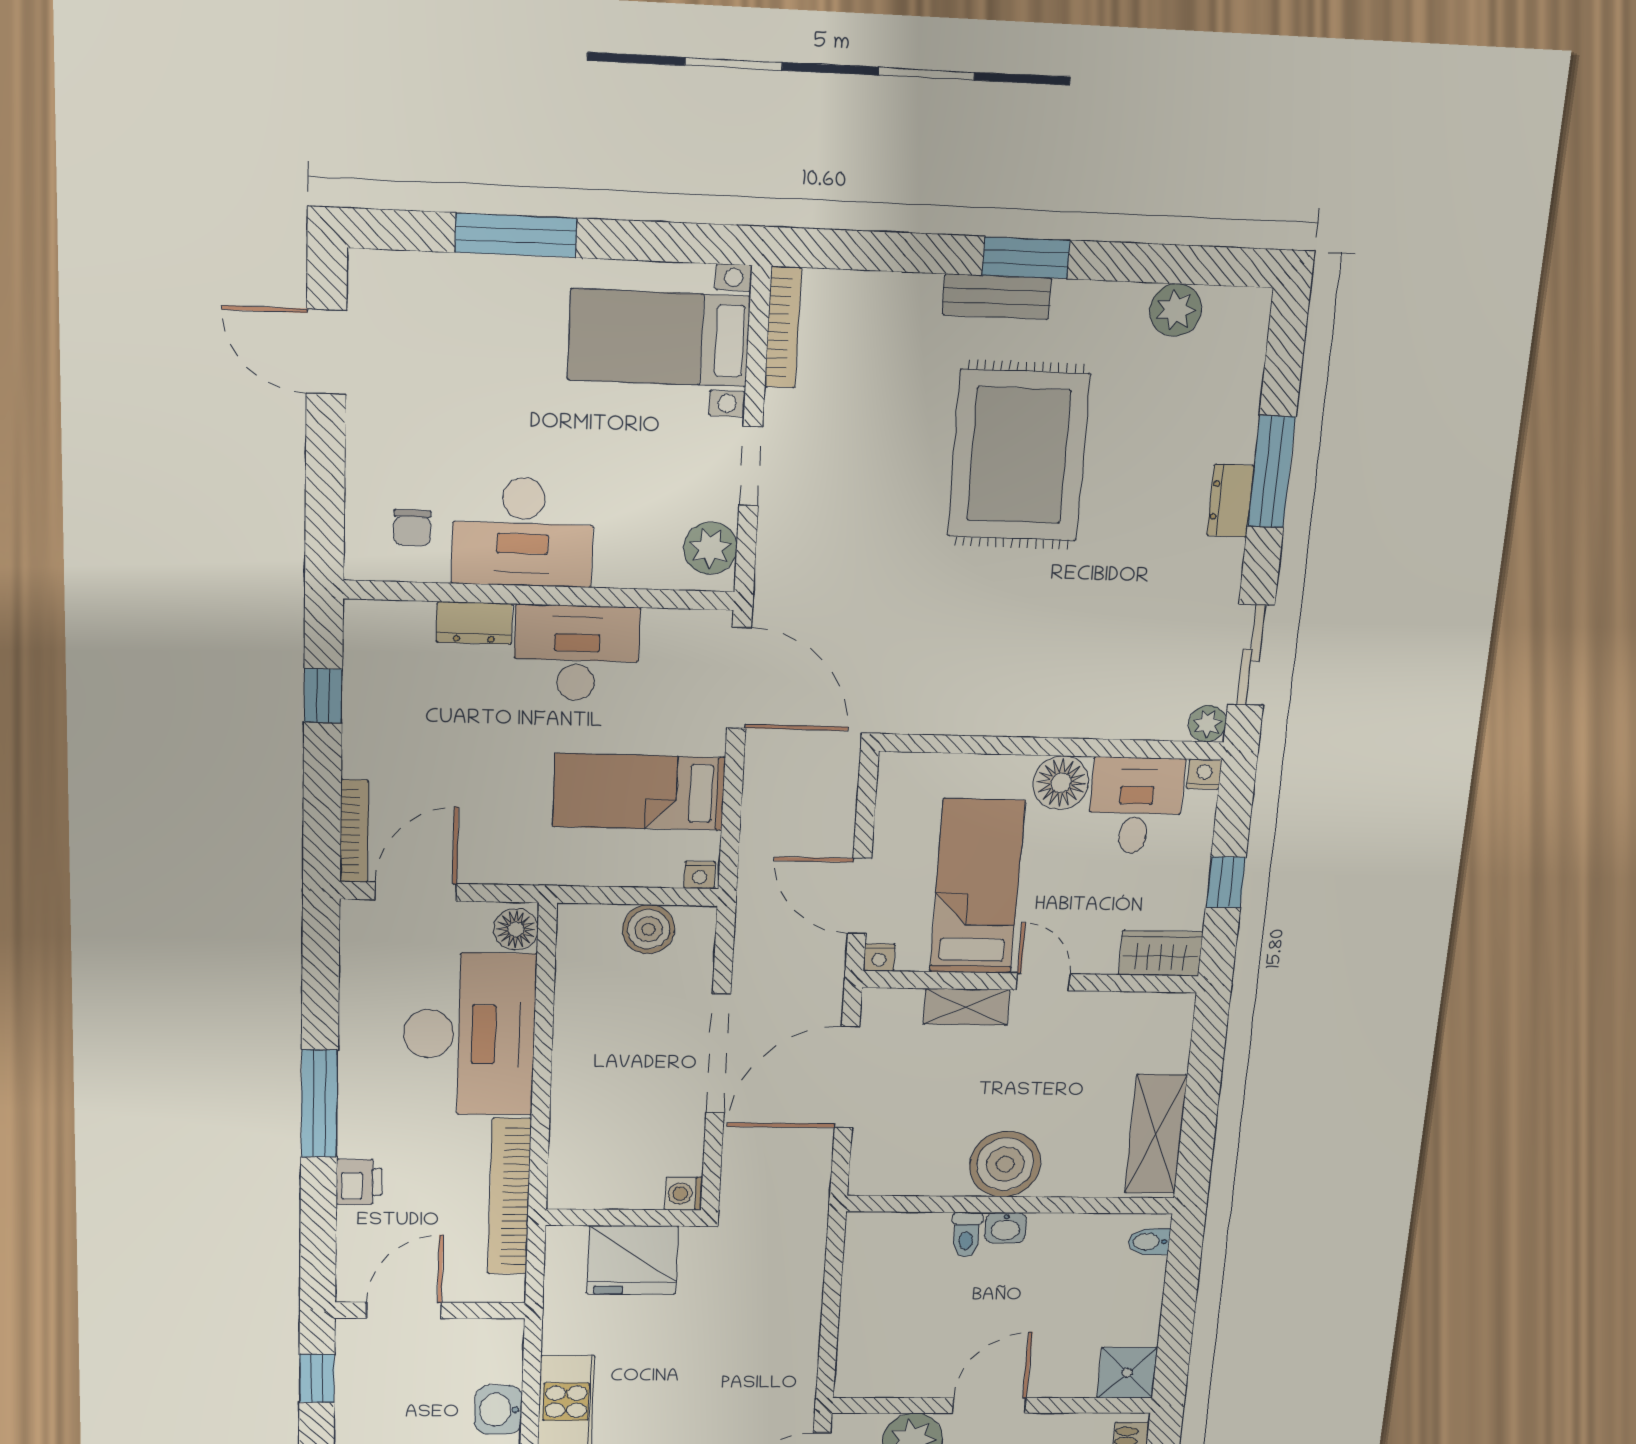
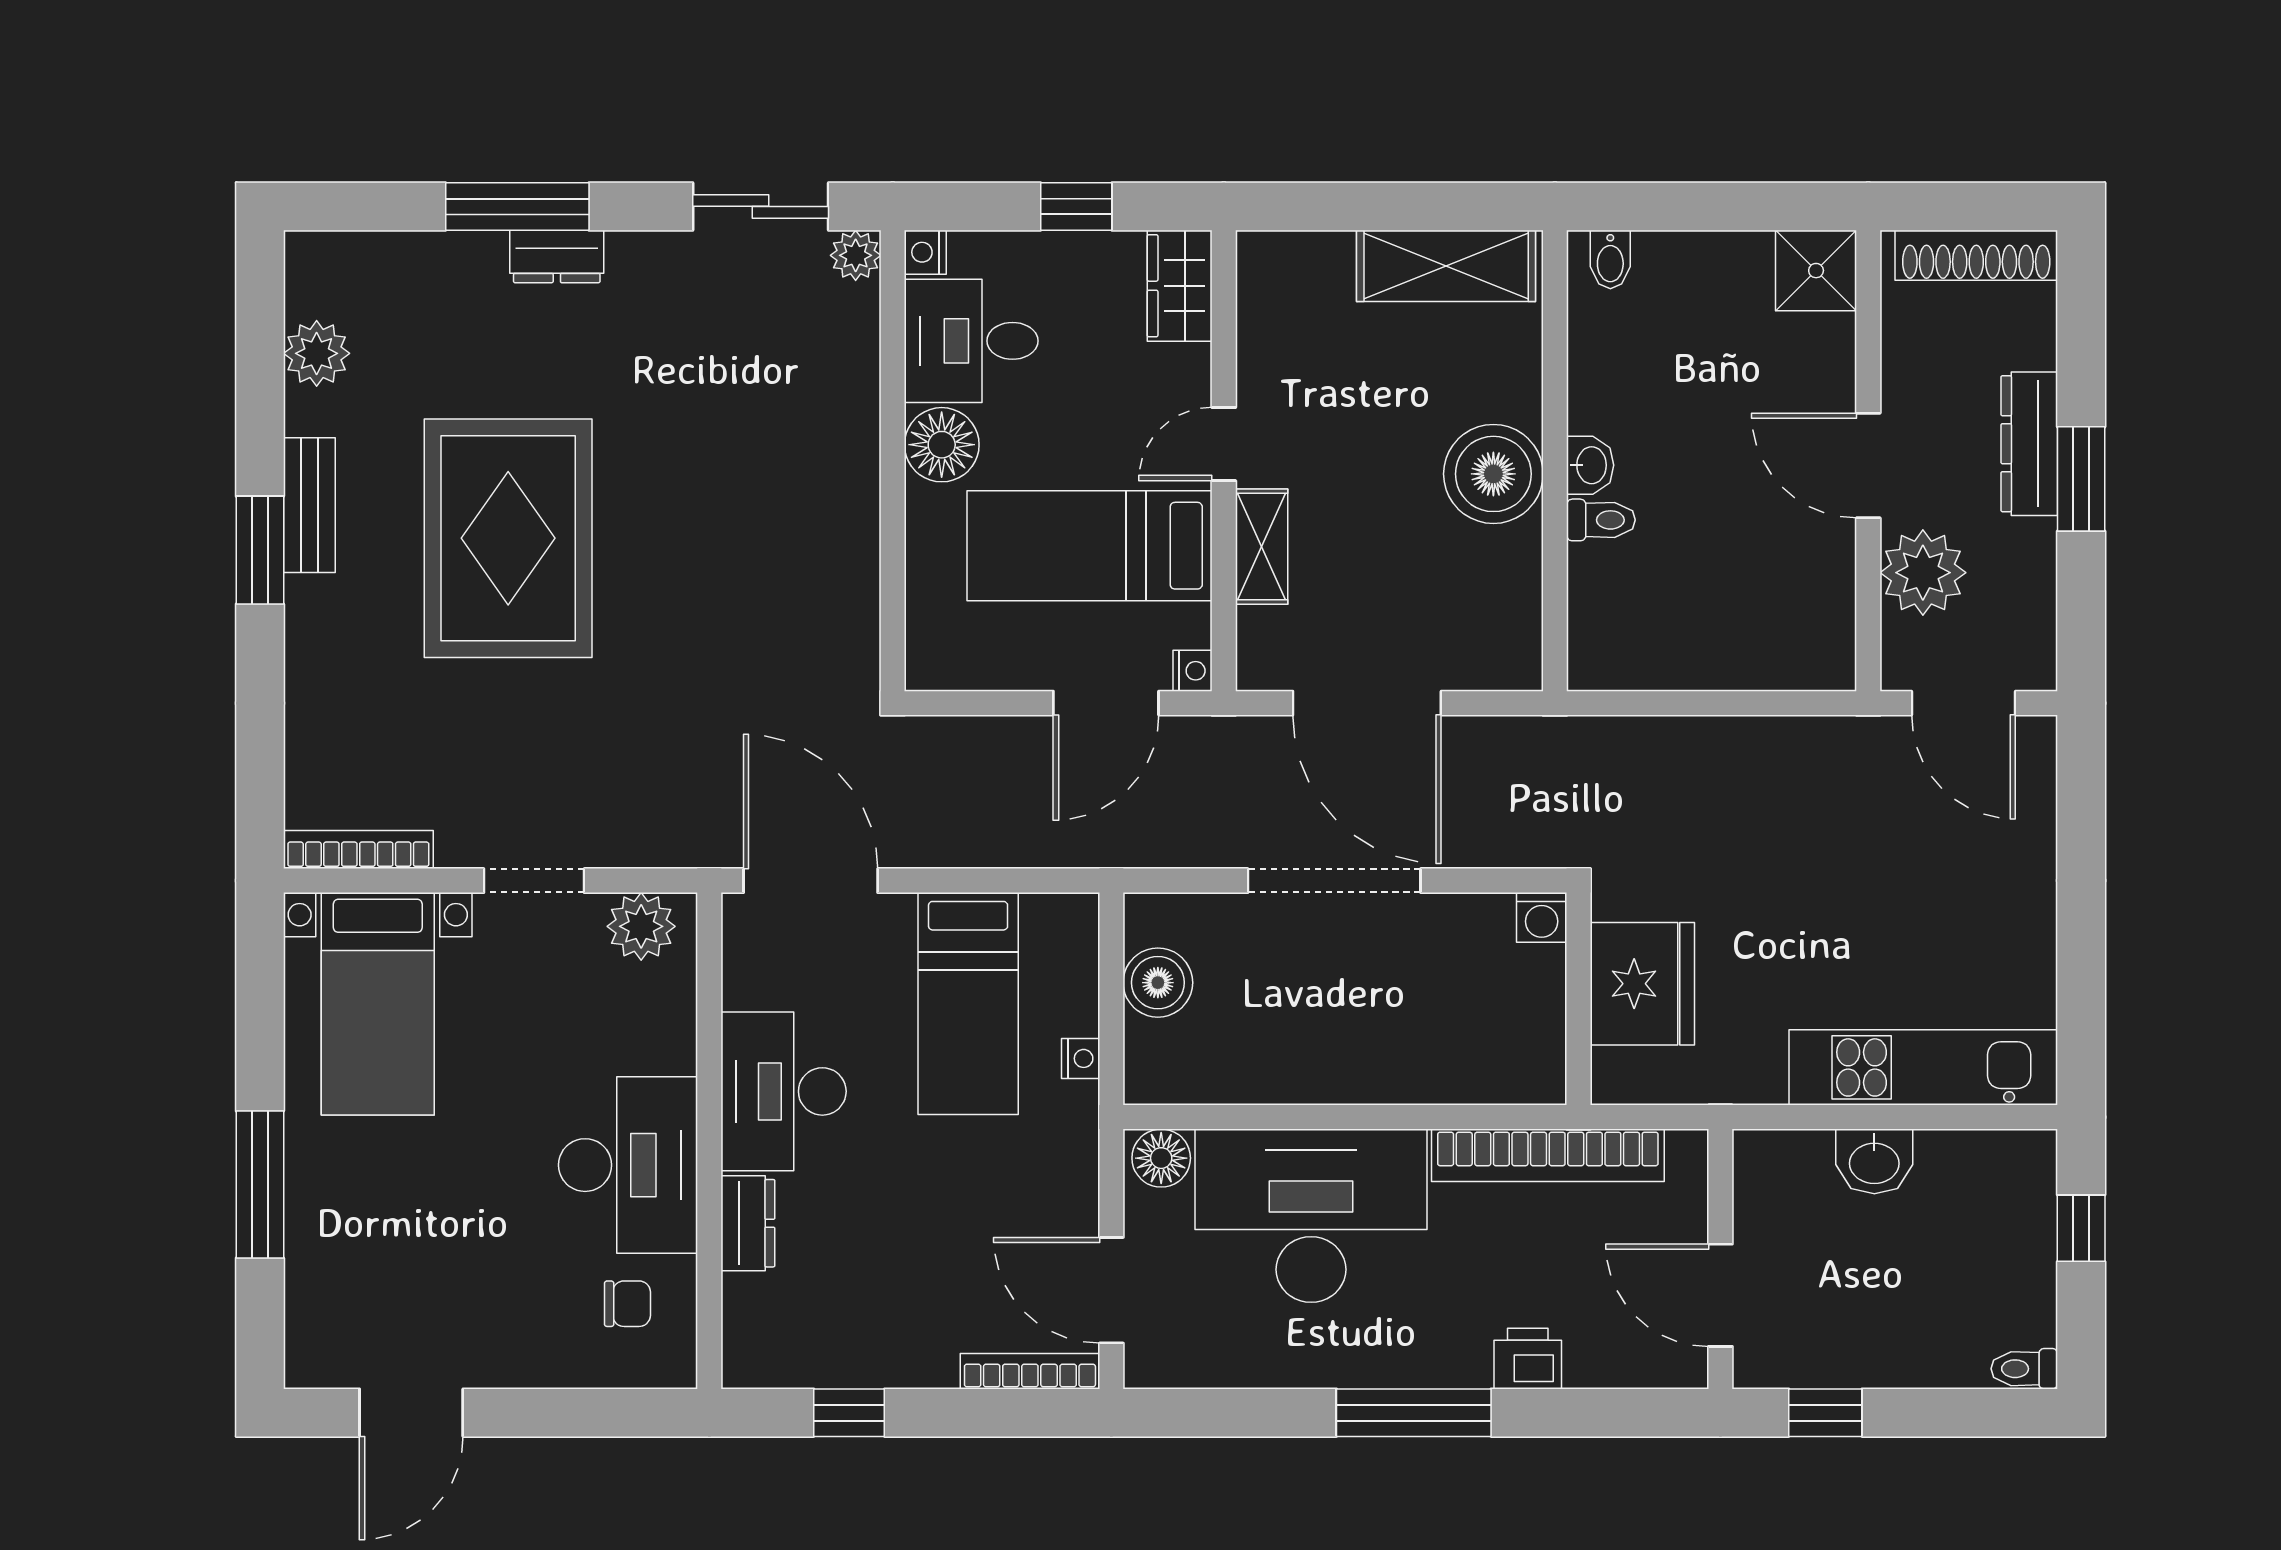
bench: (997, 297) -> (309, 505), moved
rug: (1019, 455) -> (508, 538), turned 90
door: (739, 678) -> (811, 881), hinge flipped
nightstand: (700, 875) -> (1081, 1058), moved

